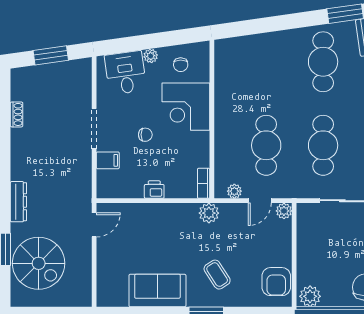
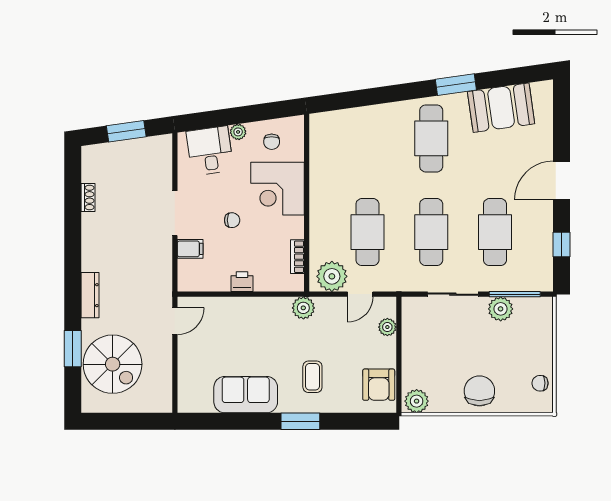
bookcase: (204, 183) -> (297, 257), moved
plant: (234, 191) -> (332, 276), width x1.88, depth x1.88
plant: (284, 211) -> (387, 327), moved
coffee table: (217, 275) -> (312, 377), turned 33

